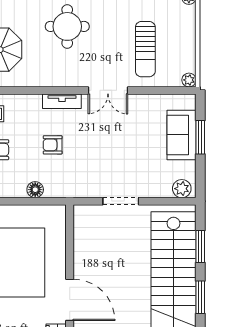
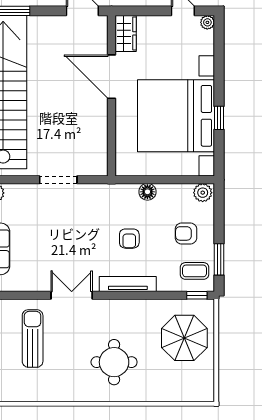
tv unit: (62, 101) -> (128, 284), width x1.41
armchair: (53, 145) -> (129, 239), turned 90

